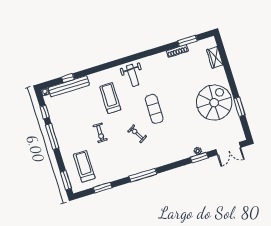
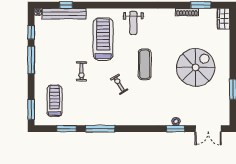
wardrobe: (215, 57) -> (224, 19), moved
treadmill: (110, 98) -> (103, 39), width x1.37, depth x1.38
spiral stairs: (214, 103) -> (196, 67), moved
window: (143, 175) -> (100, 129), moved

